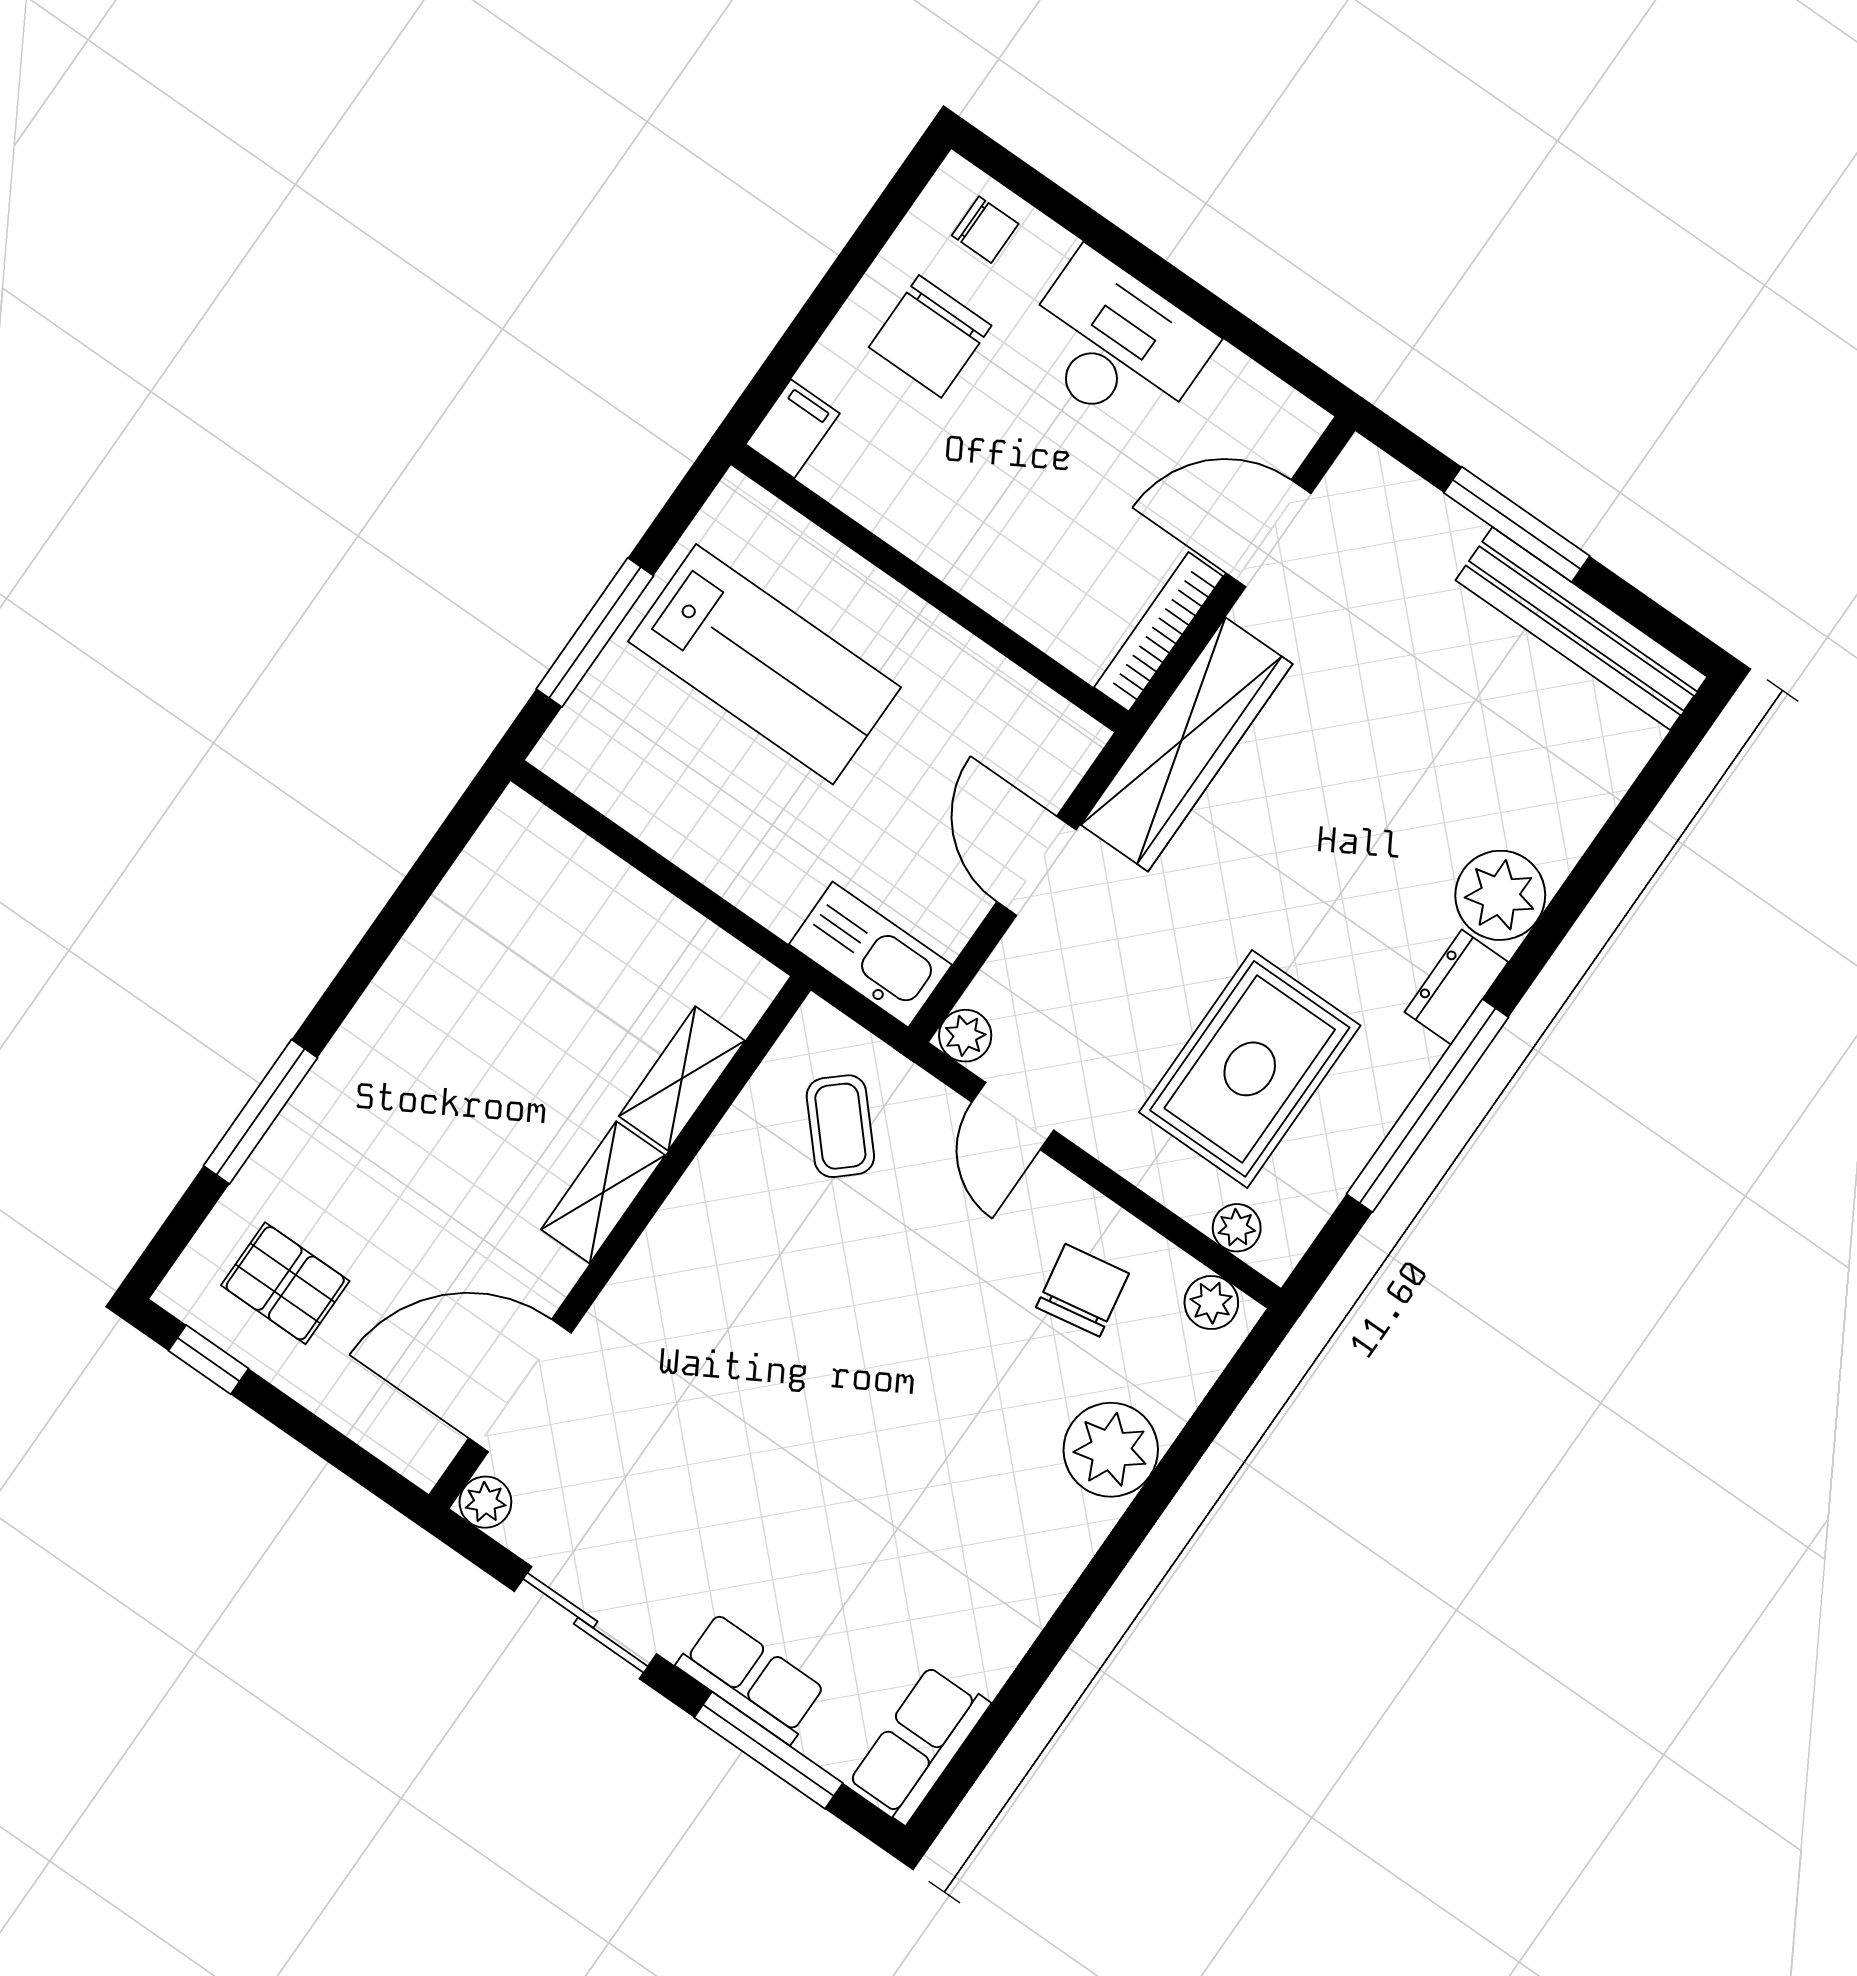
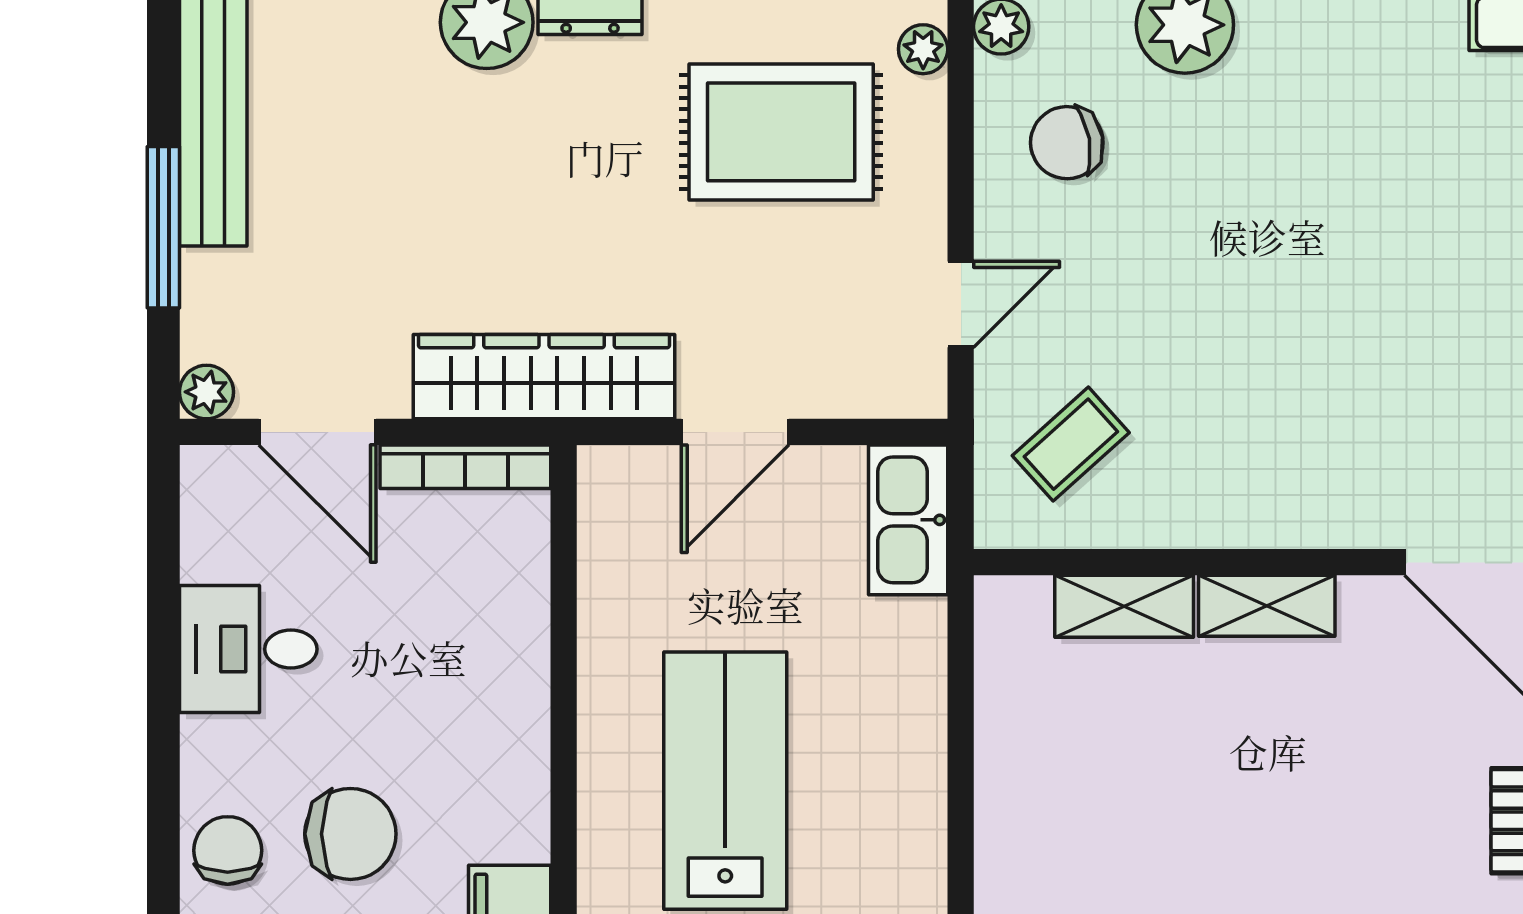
chair: (985, 230) -> (228, 850), width x1.37, depth x1.37
desk: (1115, 345) -> (248, 649), width x0.73
plant: (965, 1036) -> (206, 392), moved

